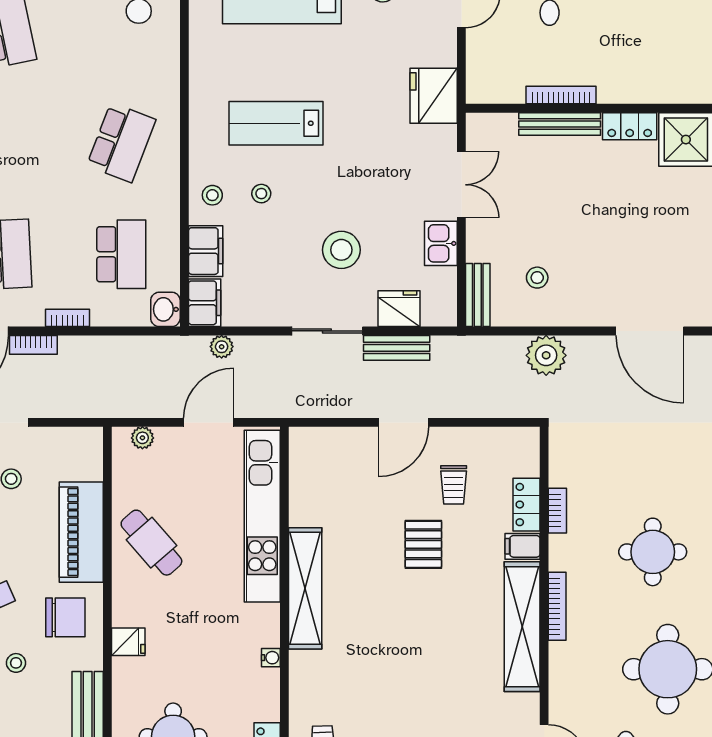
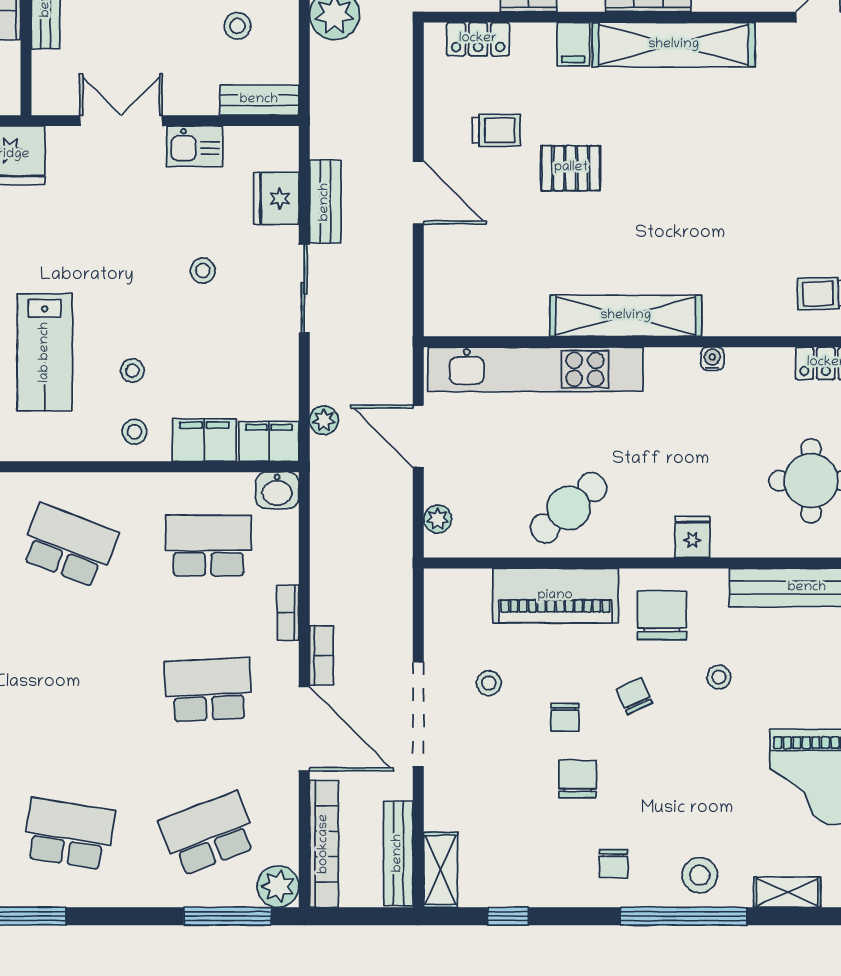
stool: (341, 250) -> (203, 271), width x0.53, depth x0.53
locker: (526, 505) -> (478, 39), moved

